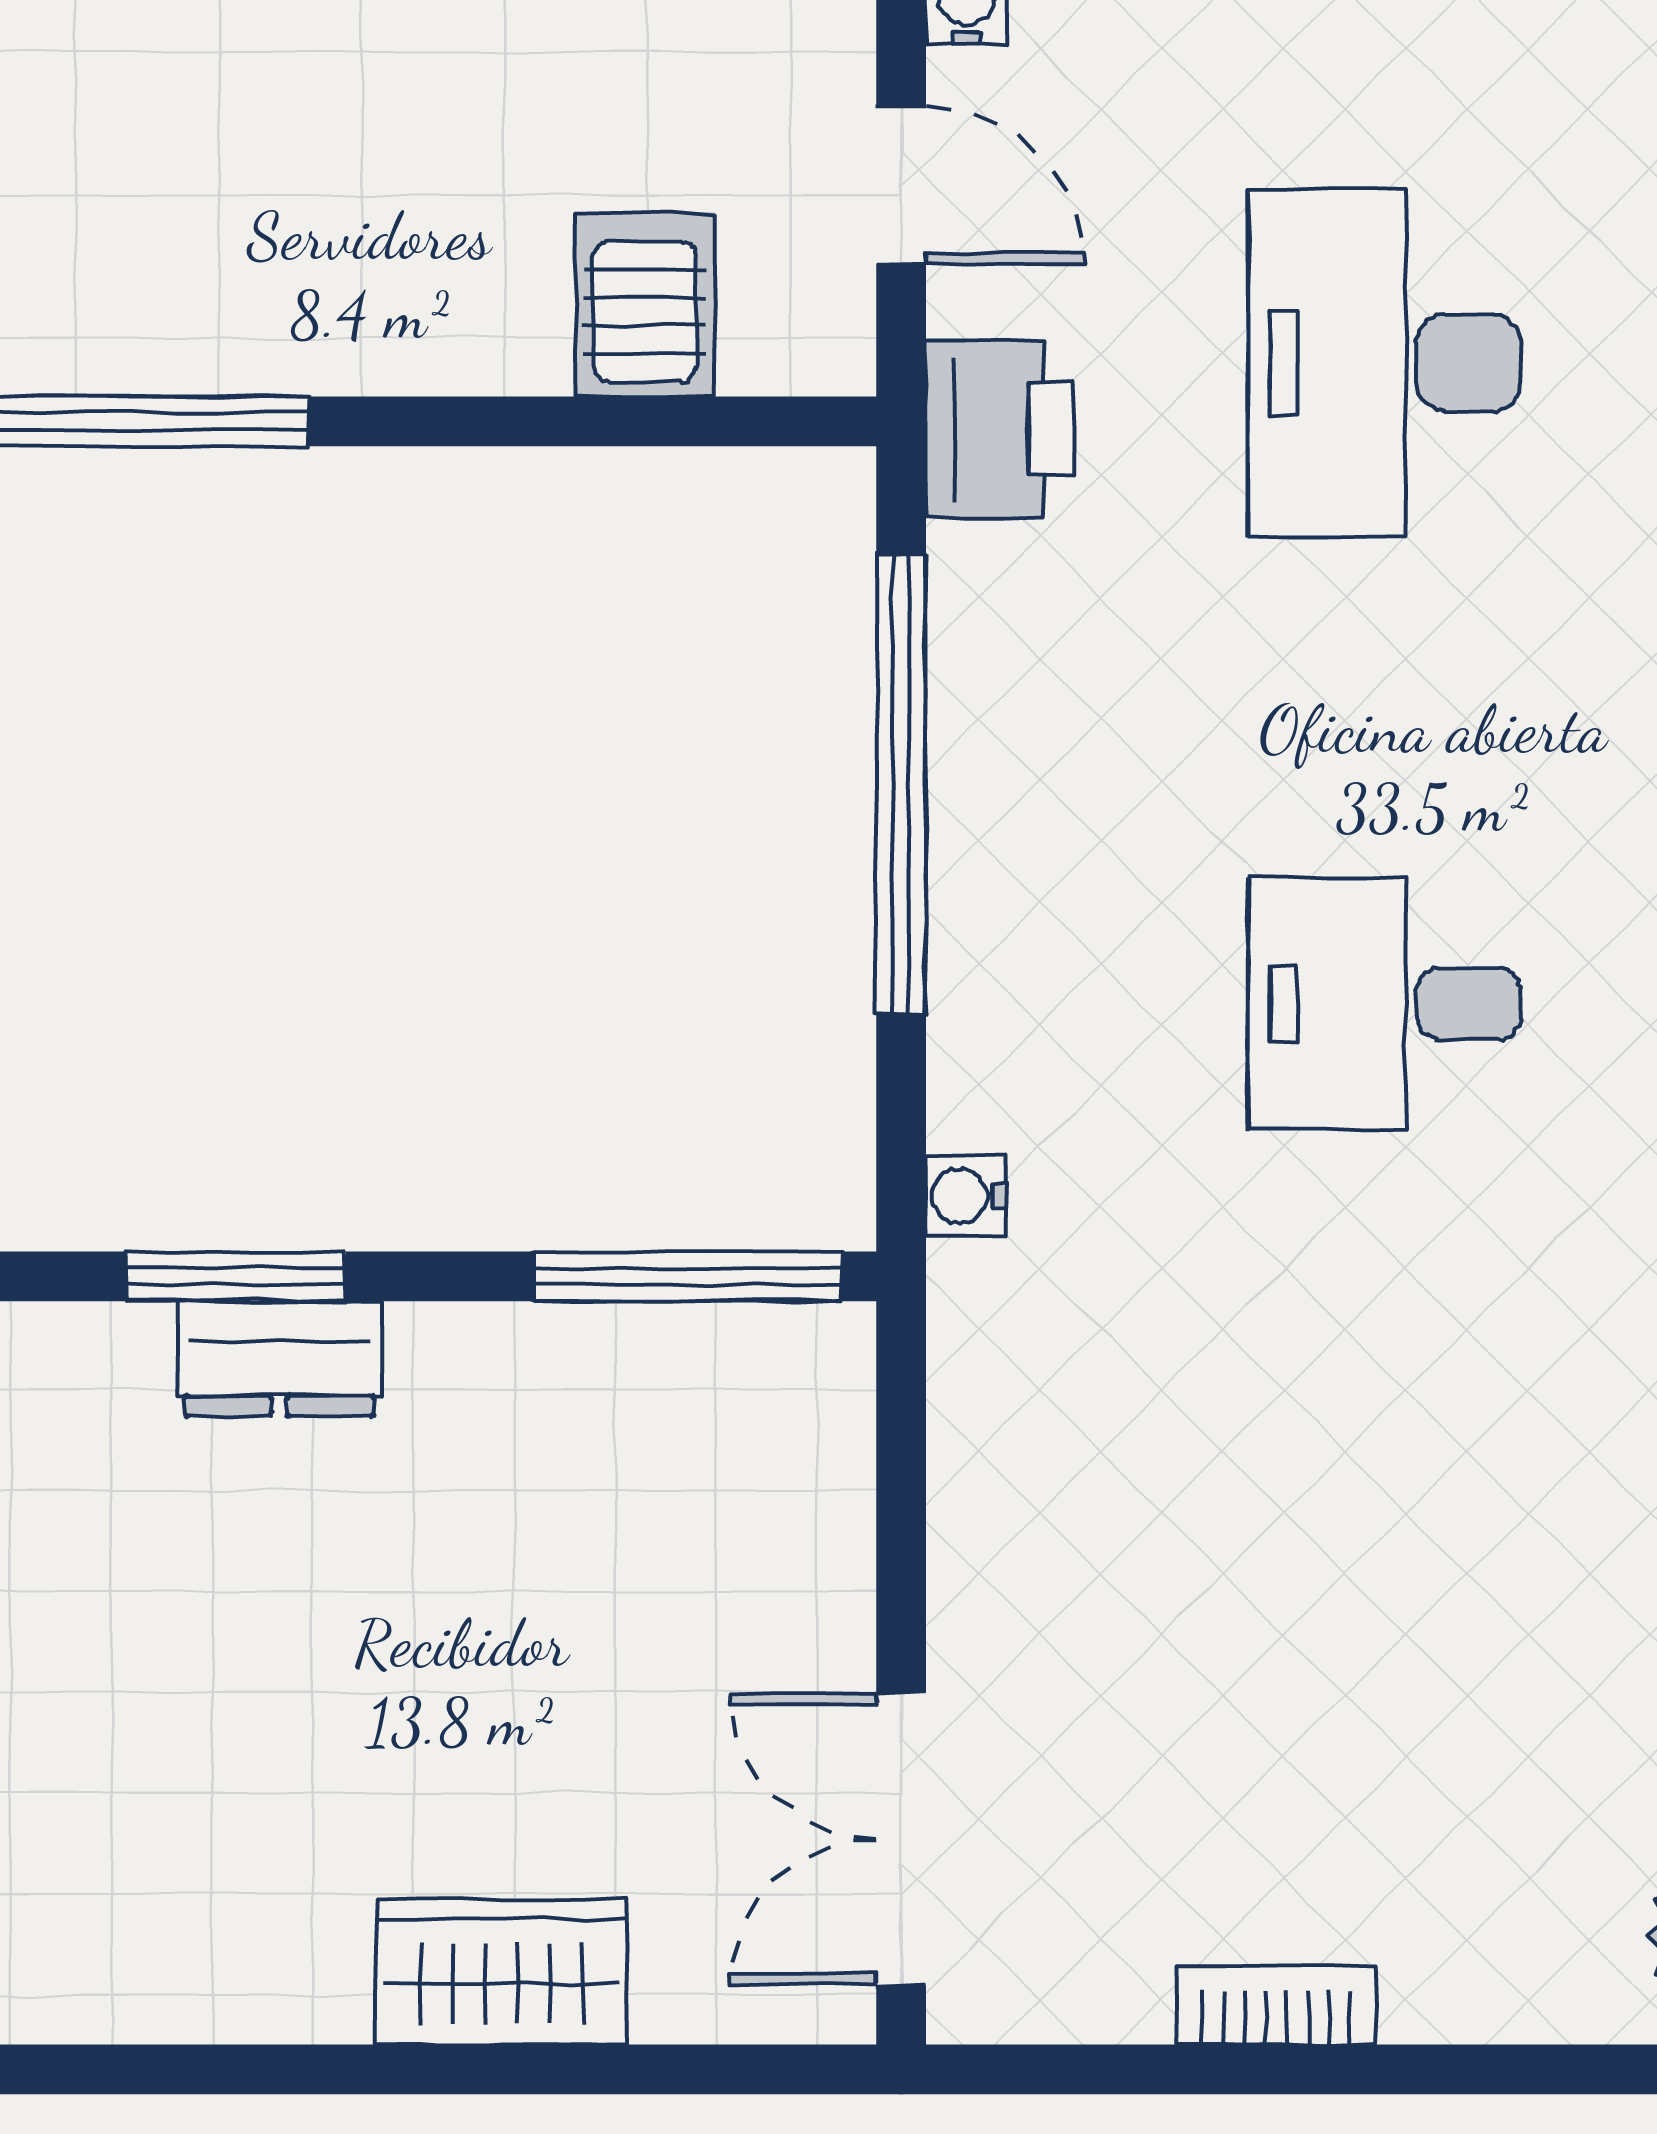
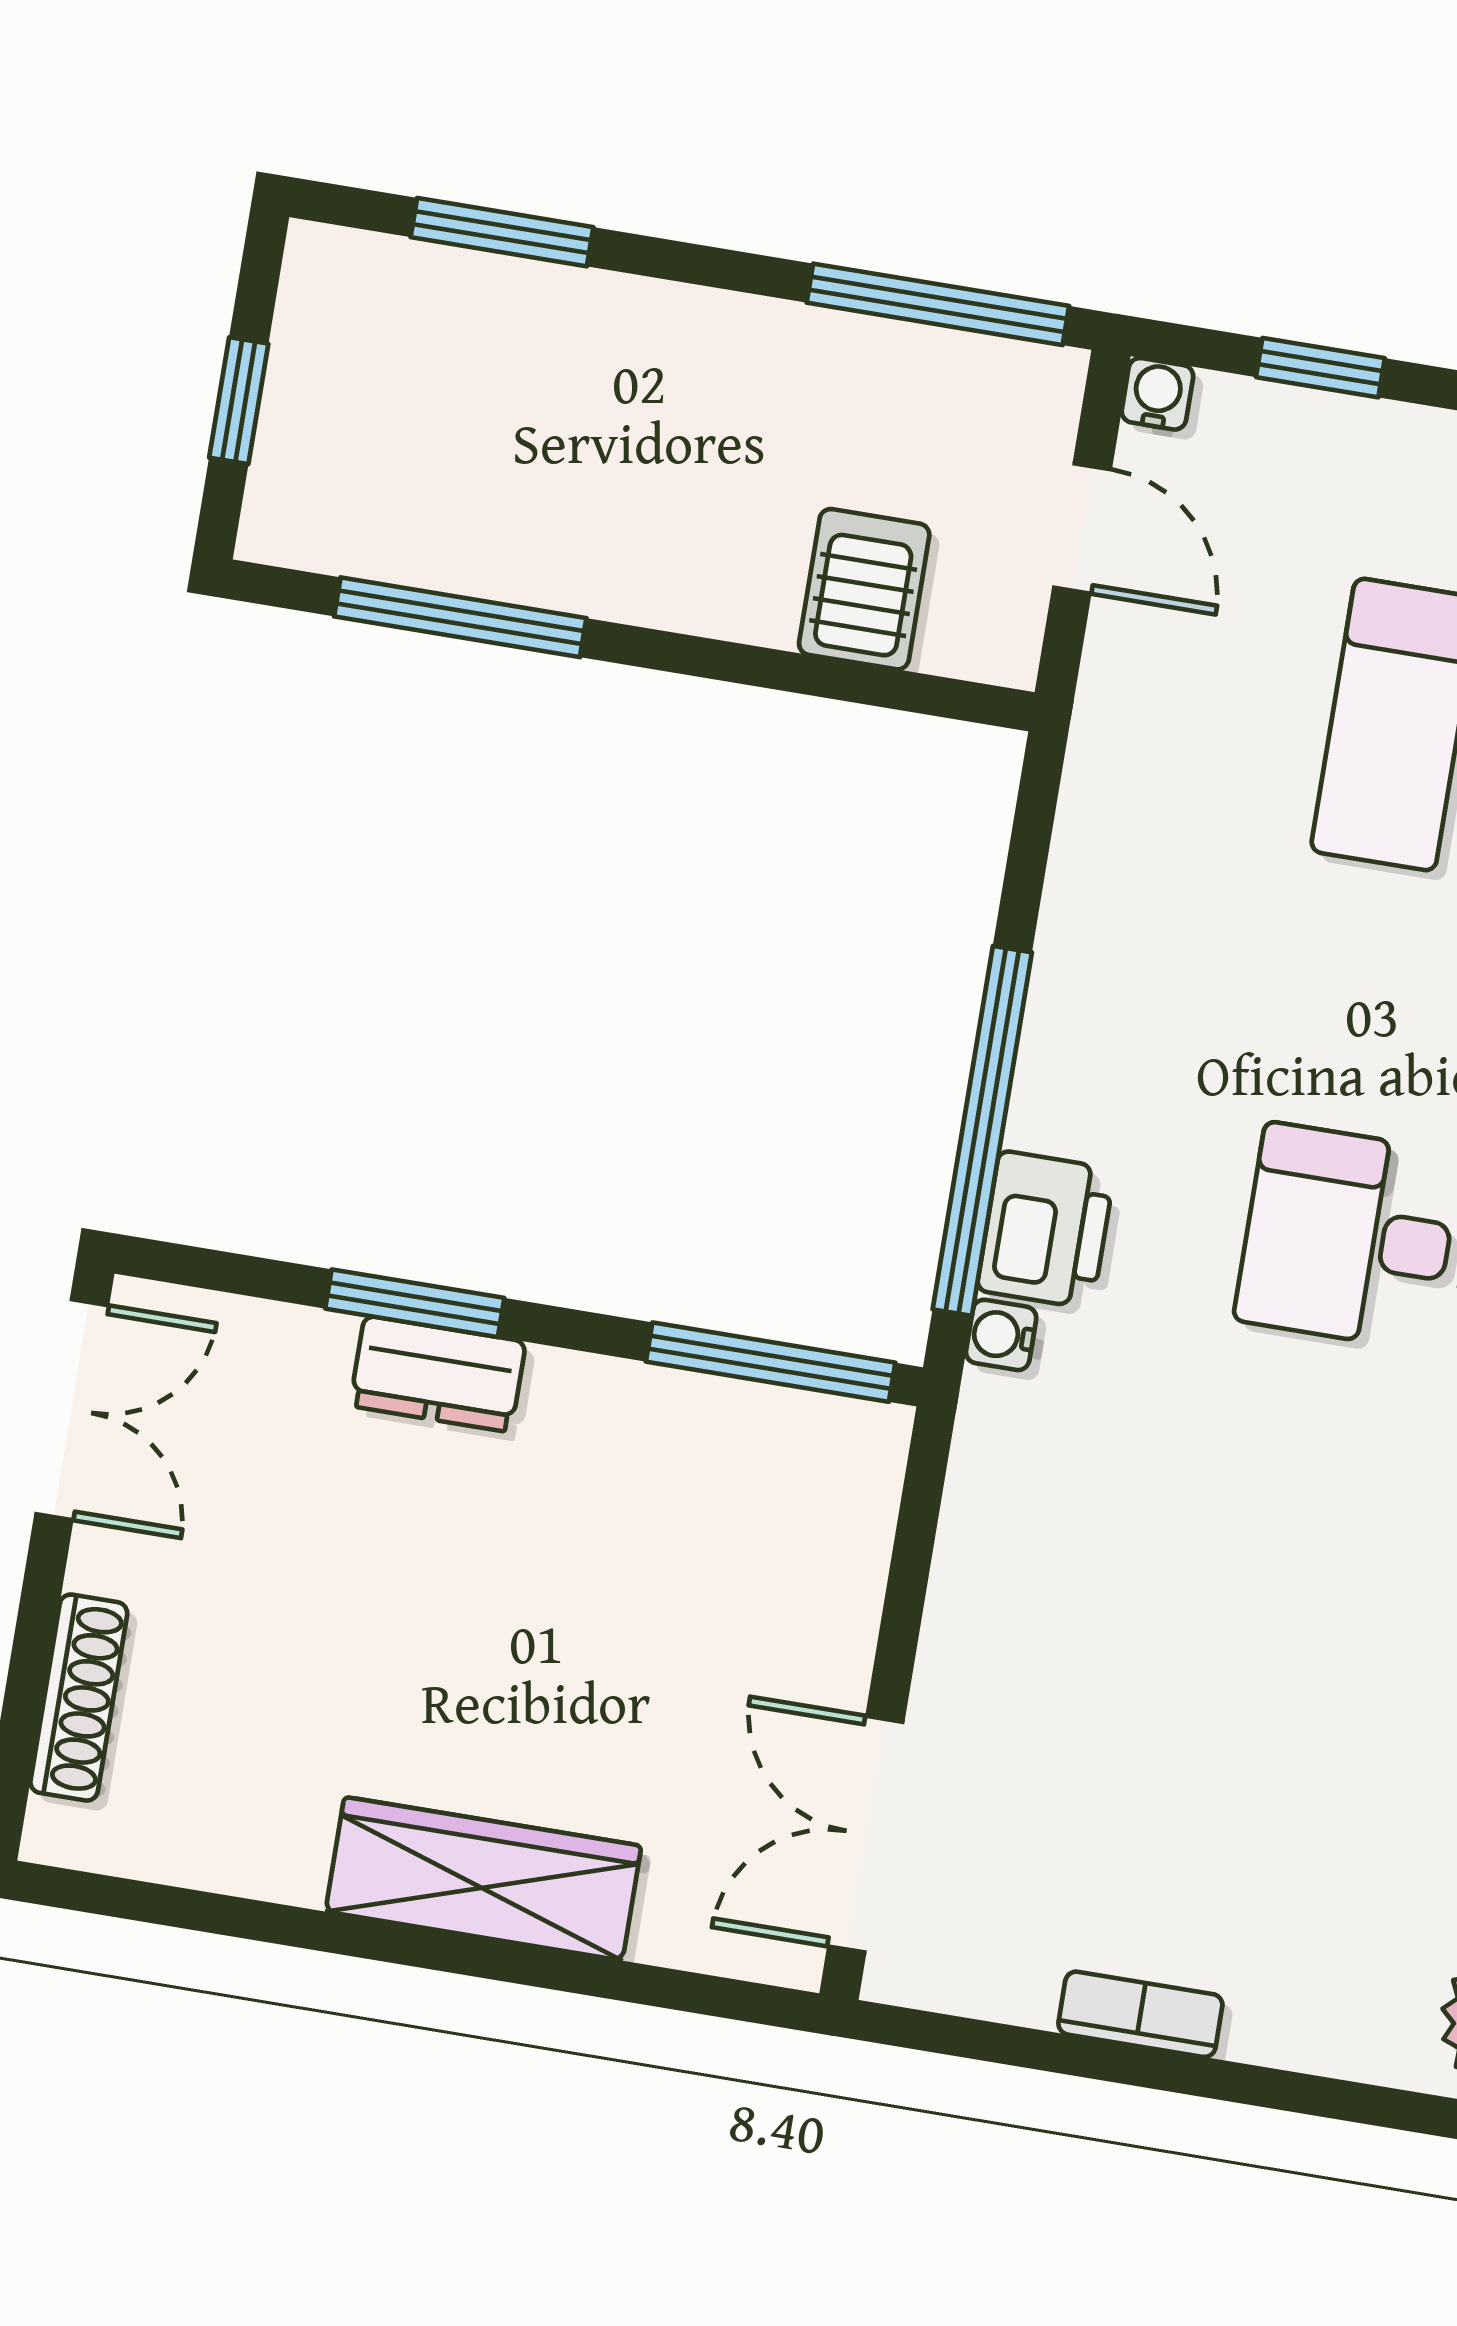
printer: (999, 429) -> (1046, 1230), moved
window: (901, 784) -> (982, 1131), moved
wardrobe: (501, 1972) -> (483, 1879), width x1.50

